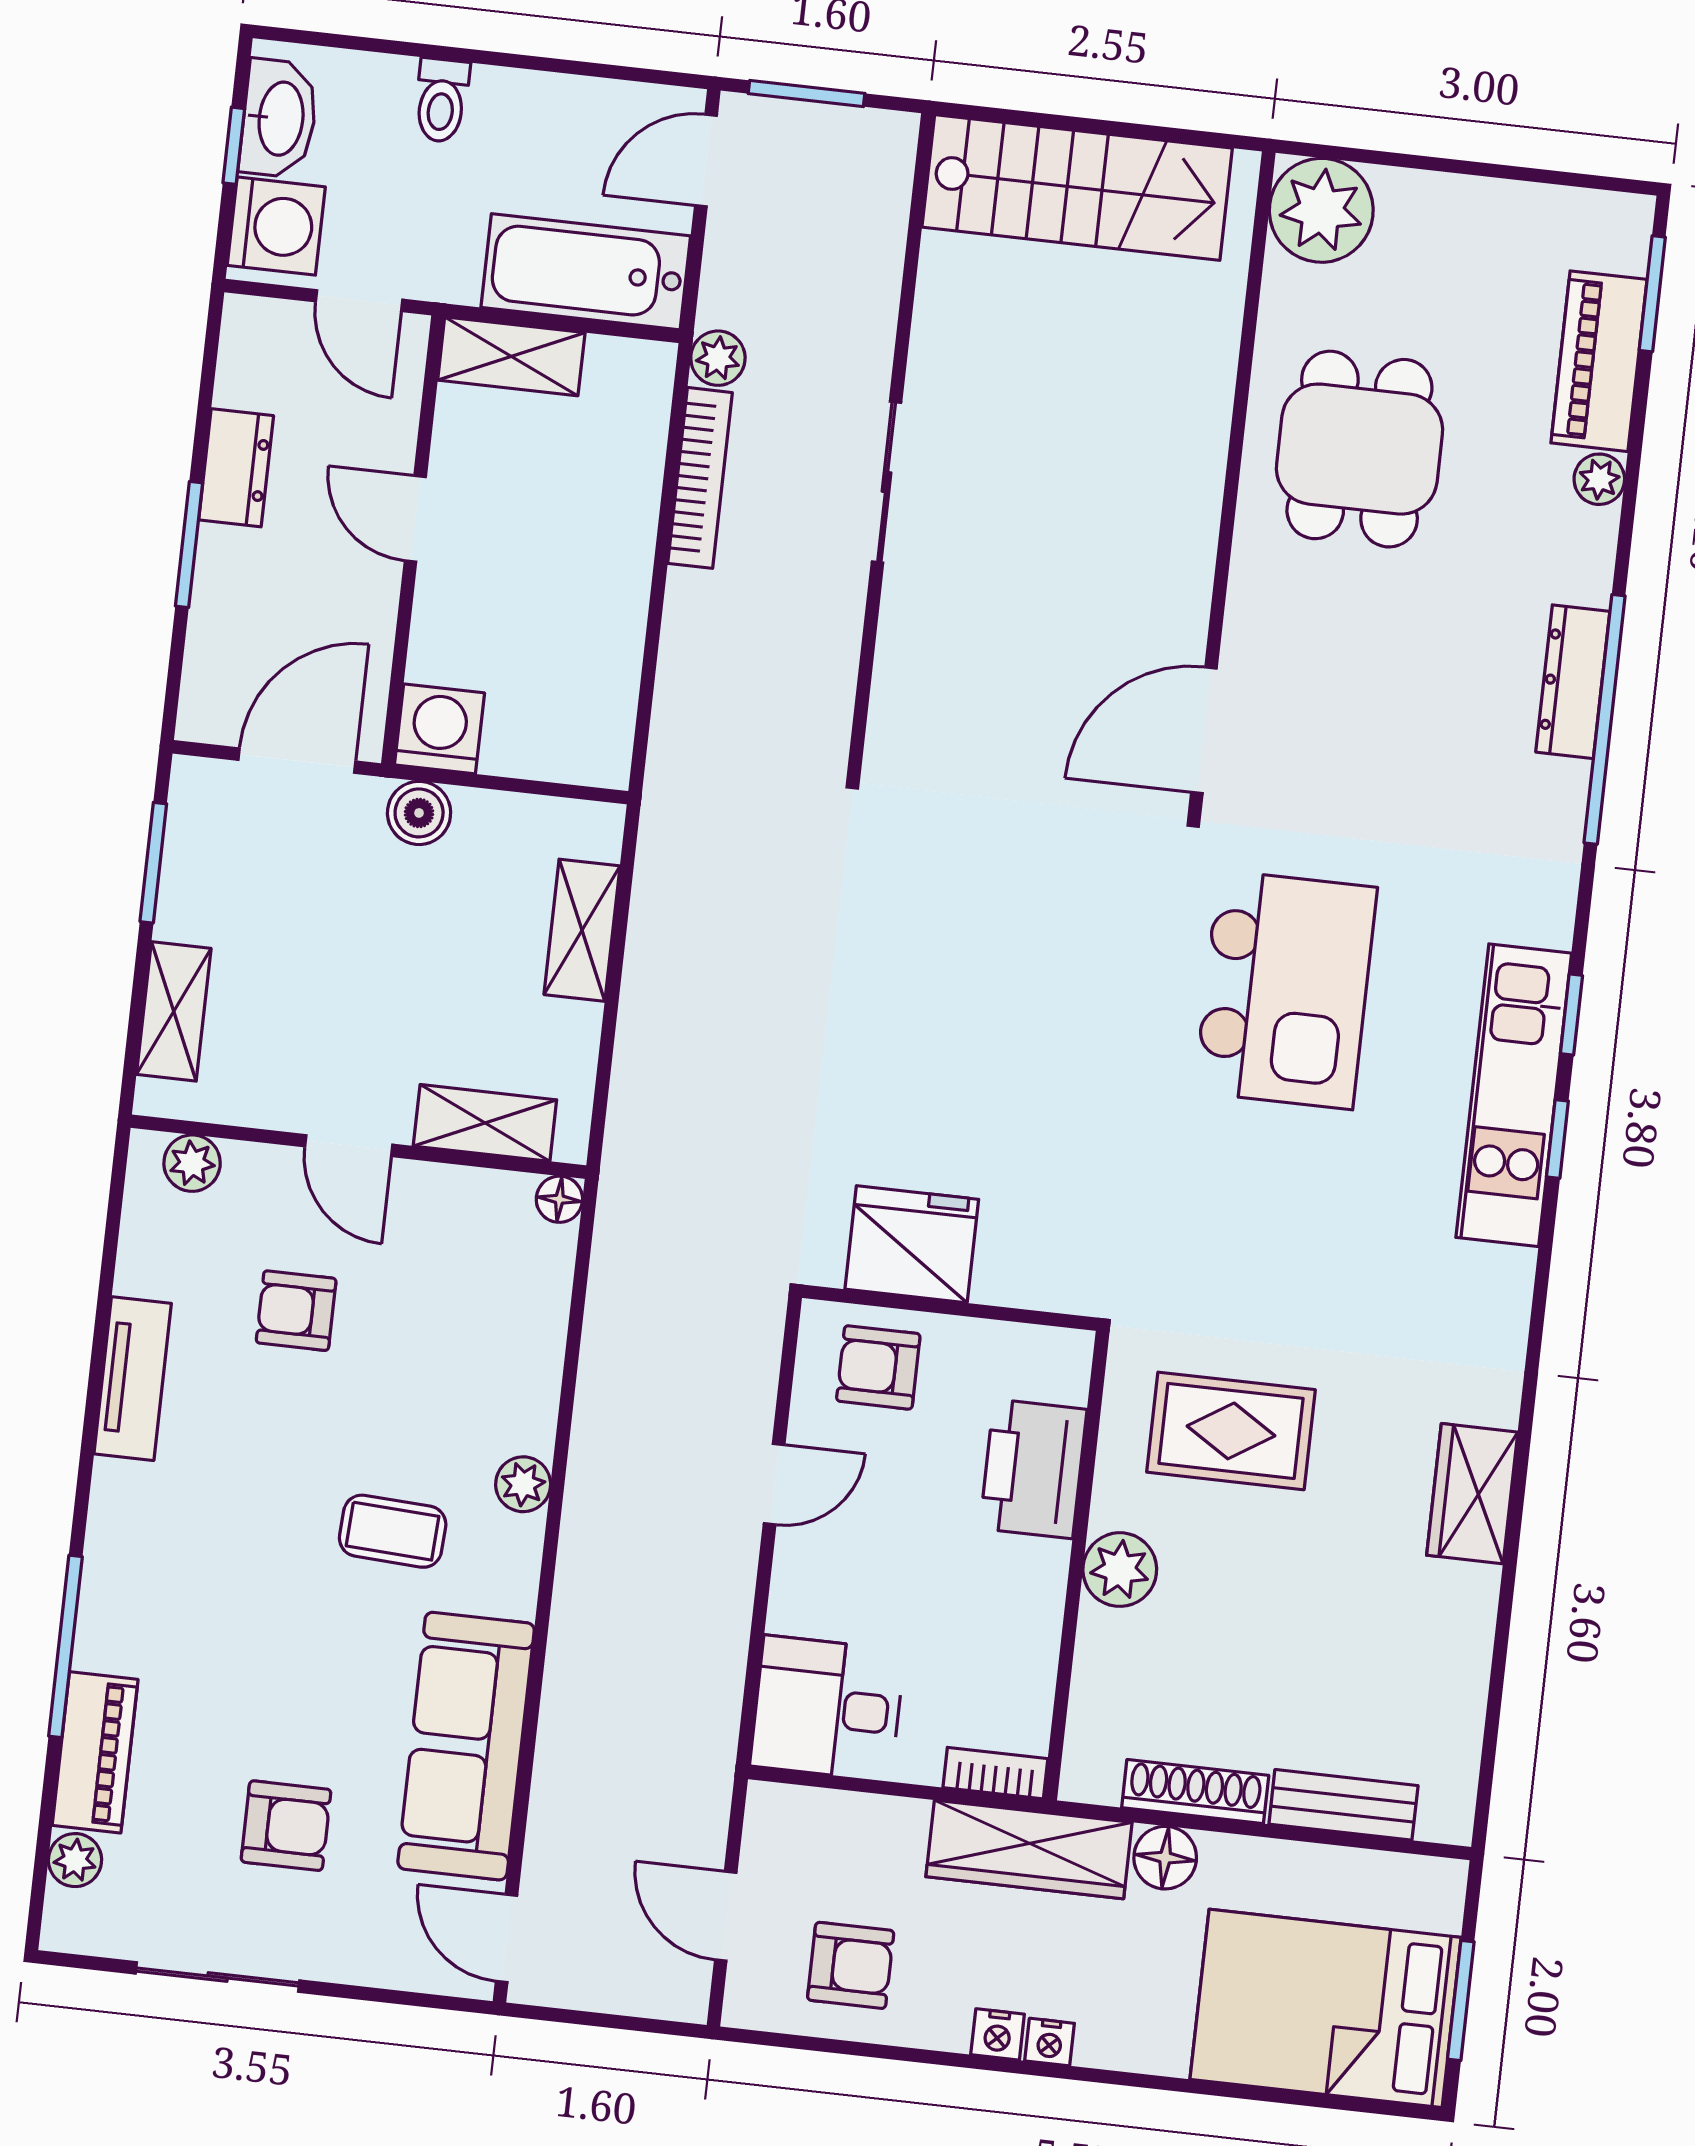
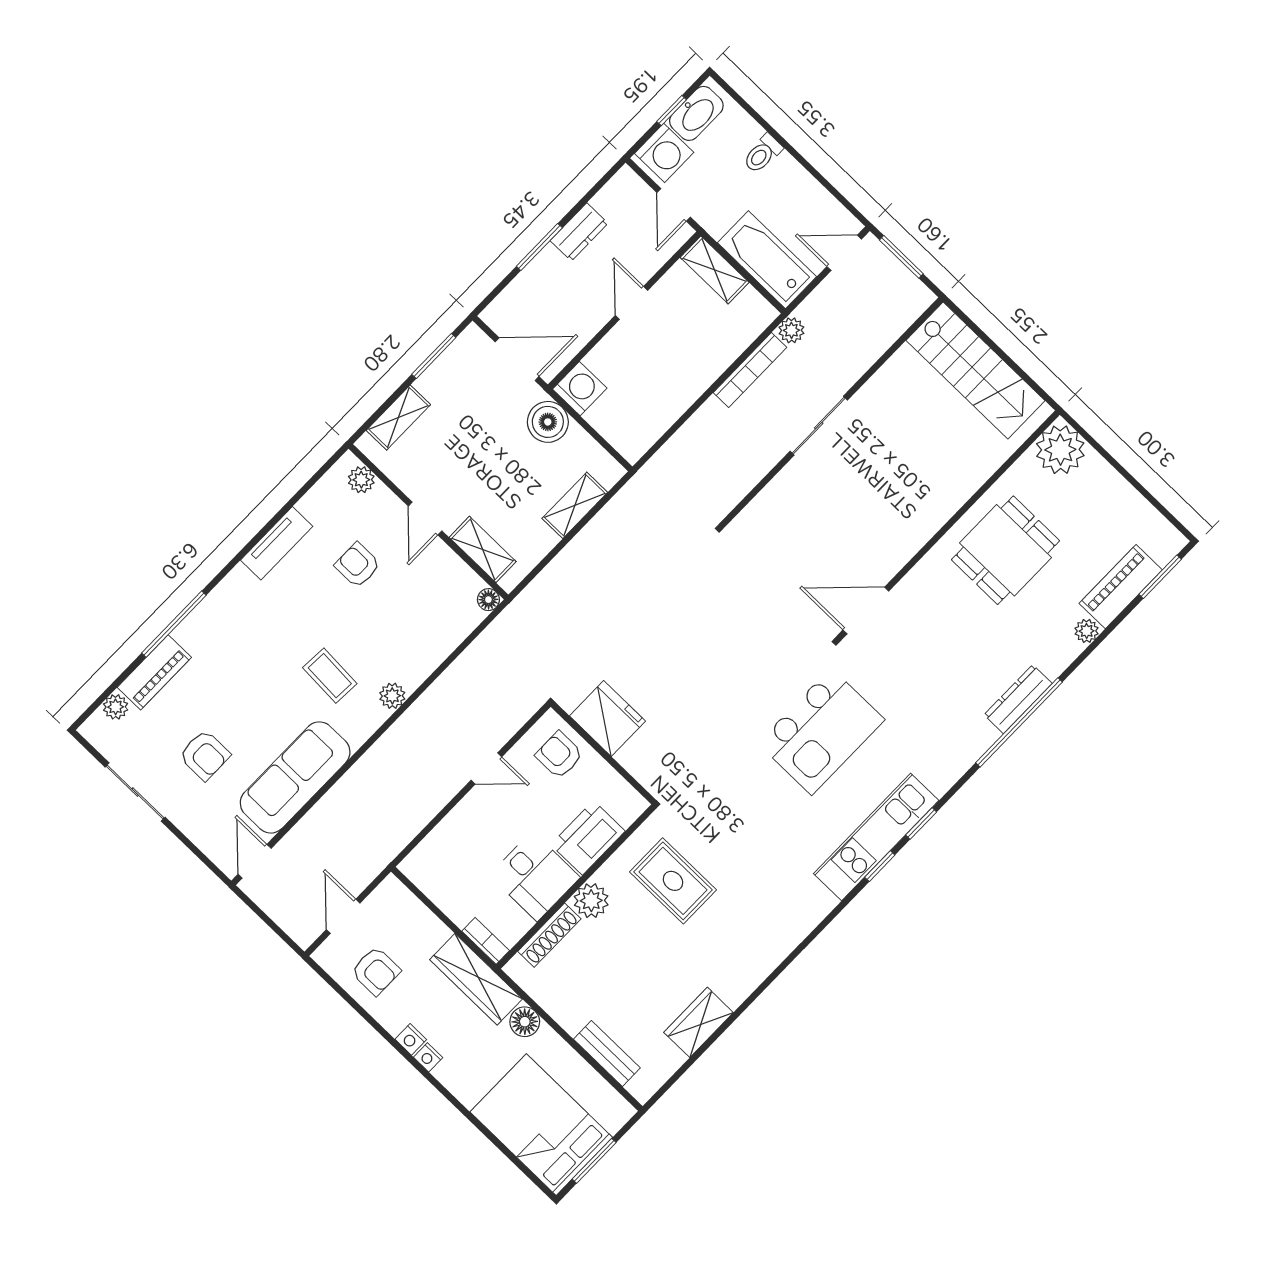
boiler: (419, 813) -> (548, 422), width x1.36, depth x1.36
wardrobe: (1472, 1494) -> (699, 1022), moved
desk: (827, 1708) -> (535, 876), moved, turned 180
shoe rack: (1195, 1791) -> (549, 935), moved, turned 90

